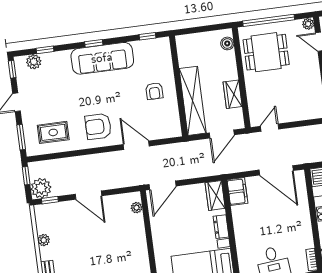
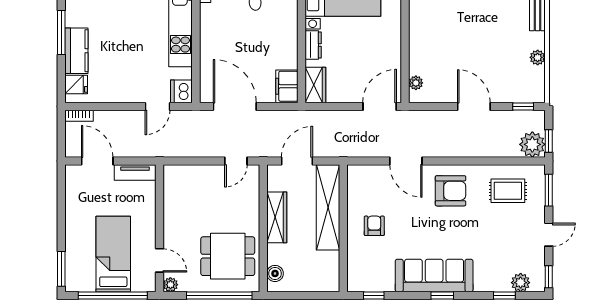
wardrobe: (233, 94) -> (277, 217), width x1.50
plant: (41, 188) -> (532, 144), moved

